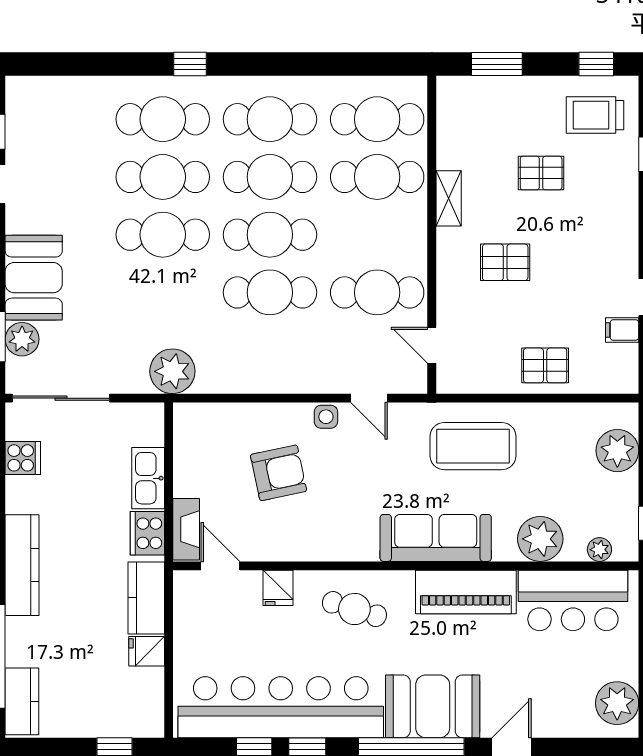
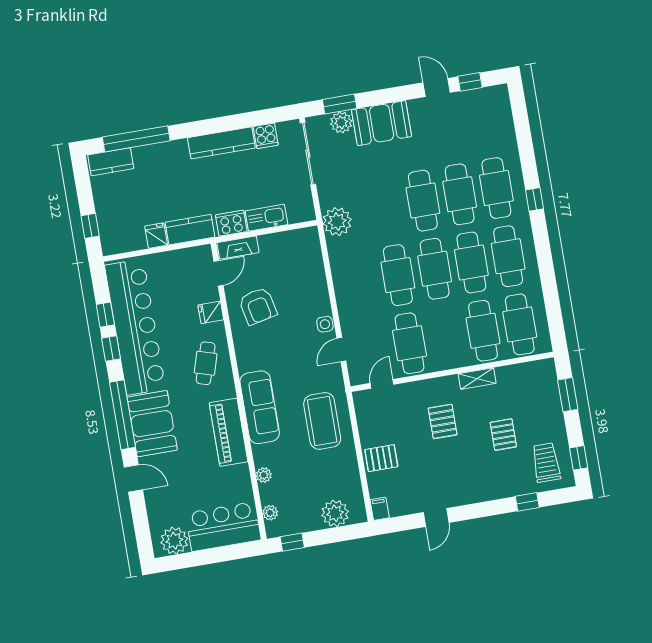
filing cabinet: (622, 330) -> (380, 509), moved
pallet: (545, 365) -> (381, 458), turned 90
armchair: (279, 473) -> (258, 306), moved
plant: (540, 539) -> (264, 475), width x0.53, depth x0.53
kitchen counter: (22, 565) -> (221, 143), moved
bar counter: (573, 600) -> (223, 526), moved, turned 90

